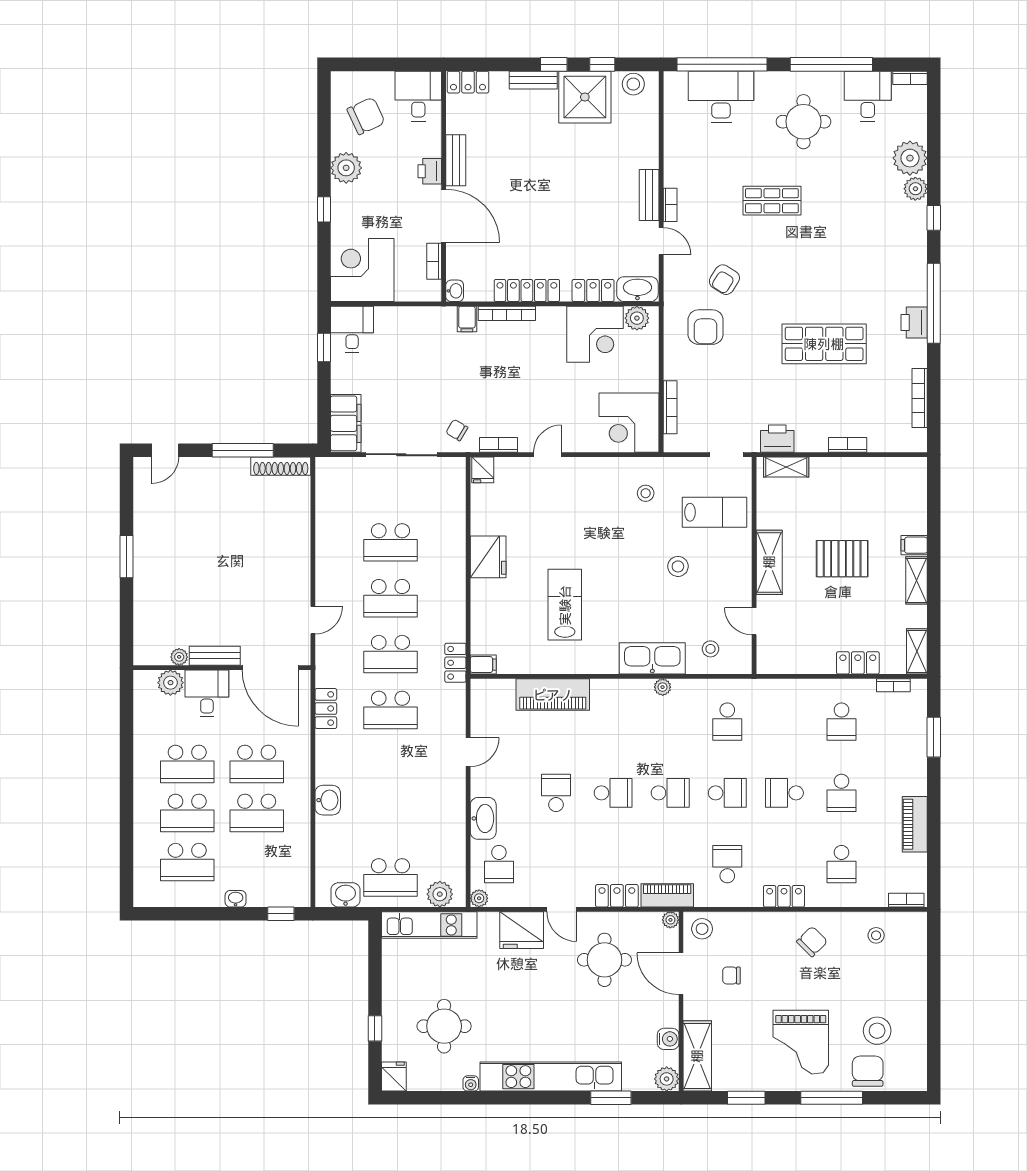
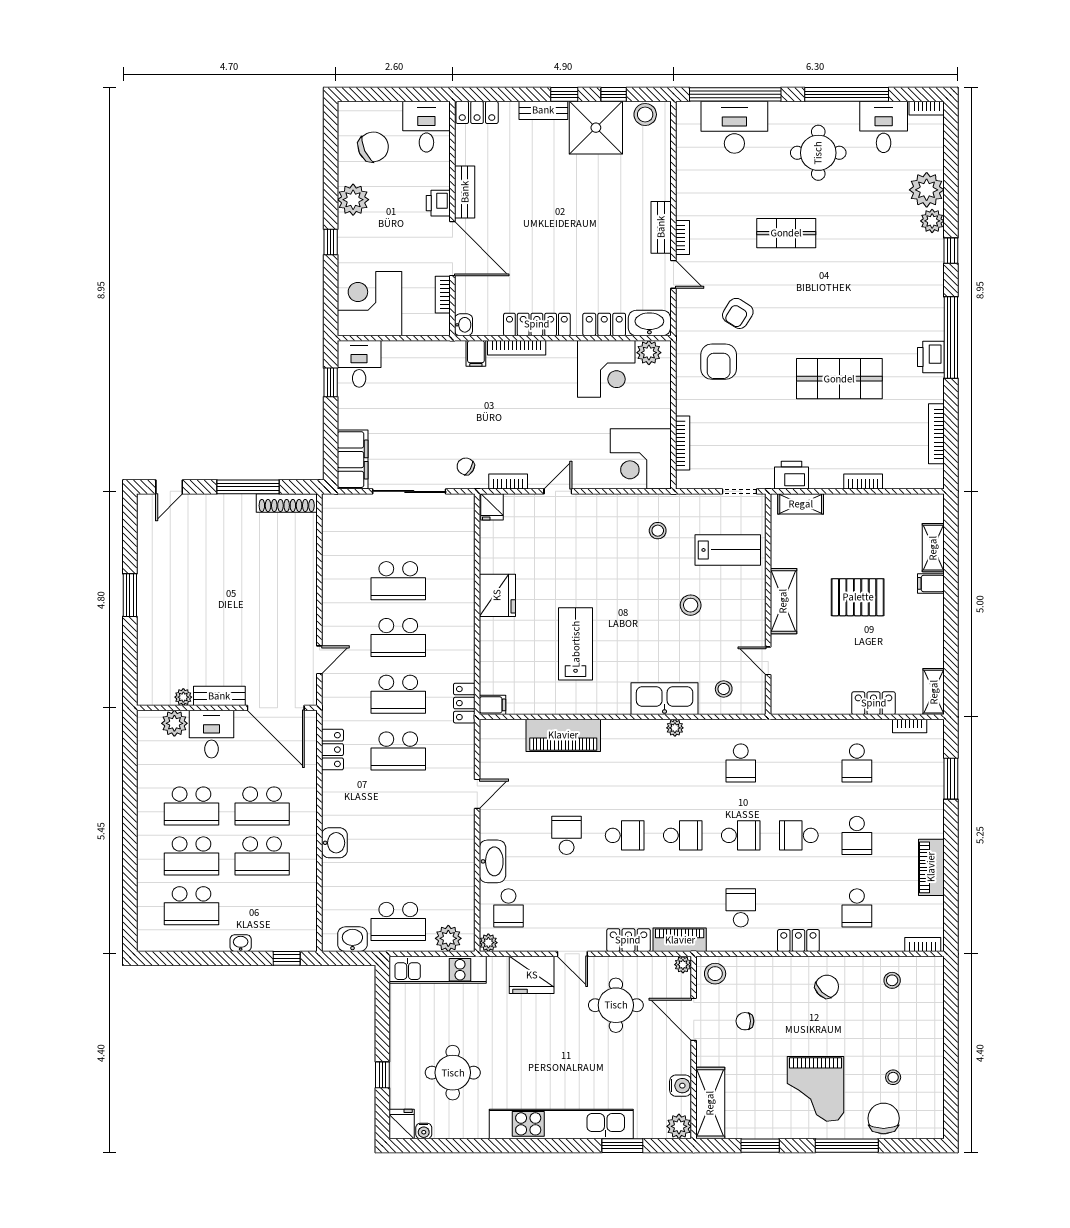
shelving: (917, 580) -> (933, 548), moved
stool: (877, 1031) -> (893, 1077), width x0.53, depth x0.53
water cooler: (471, 1083) -> (424, 1131), moved

